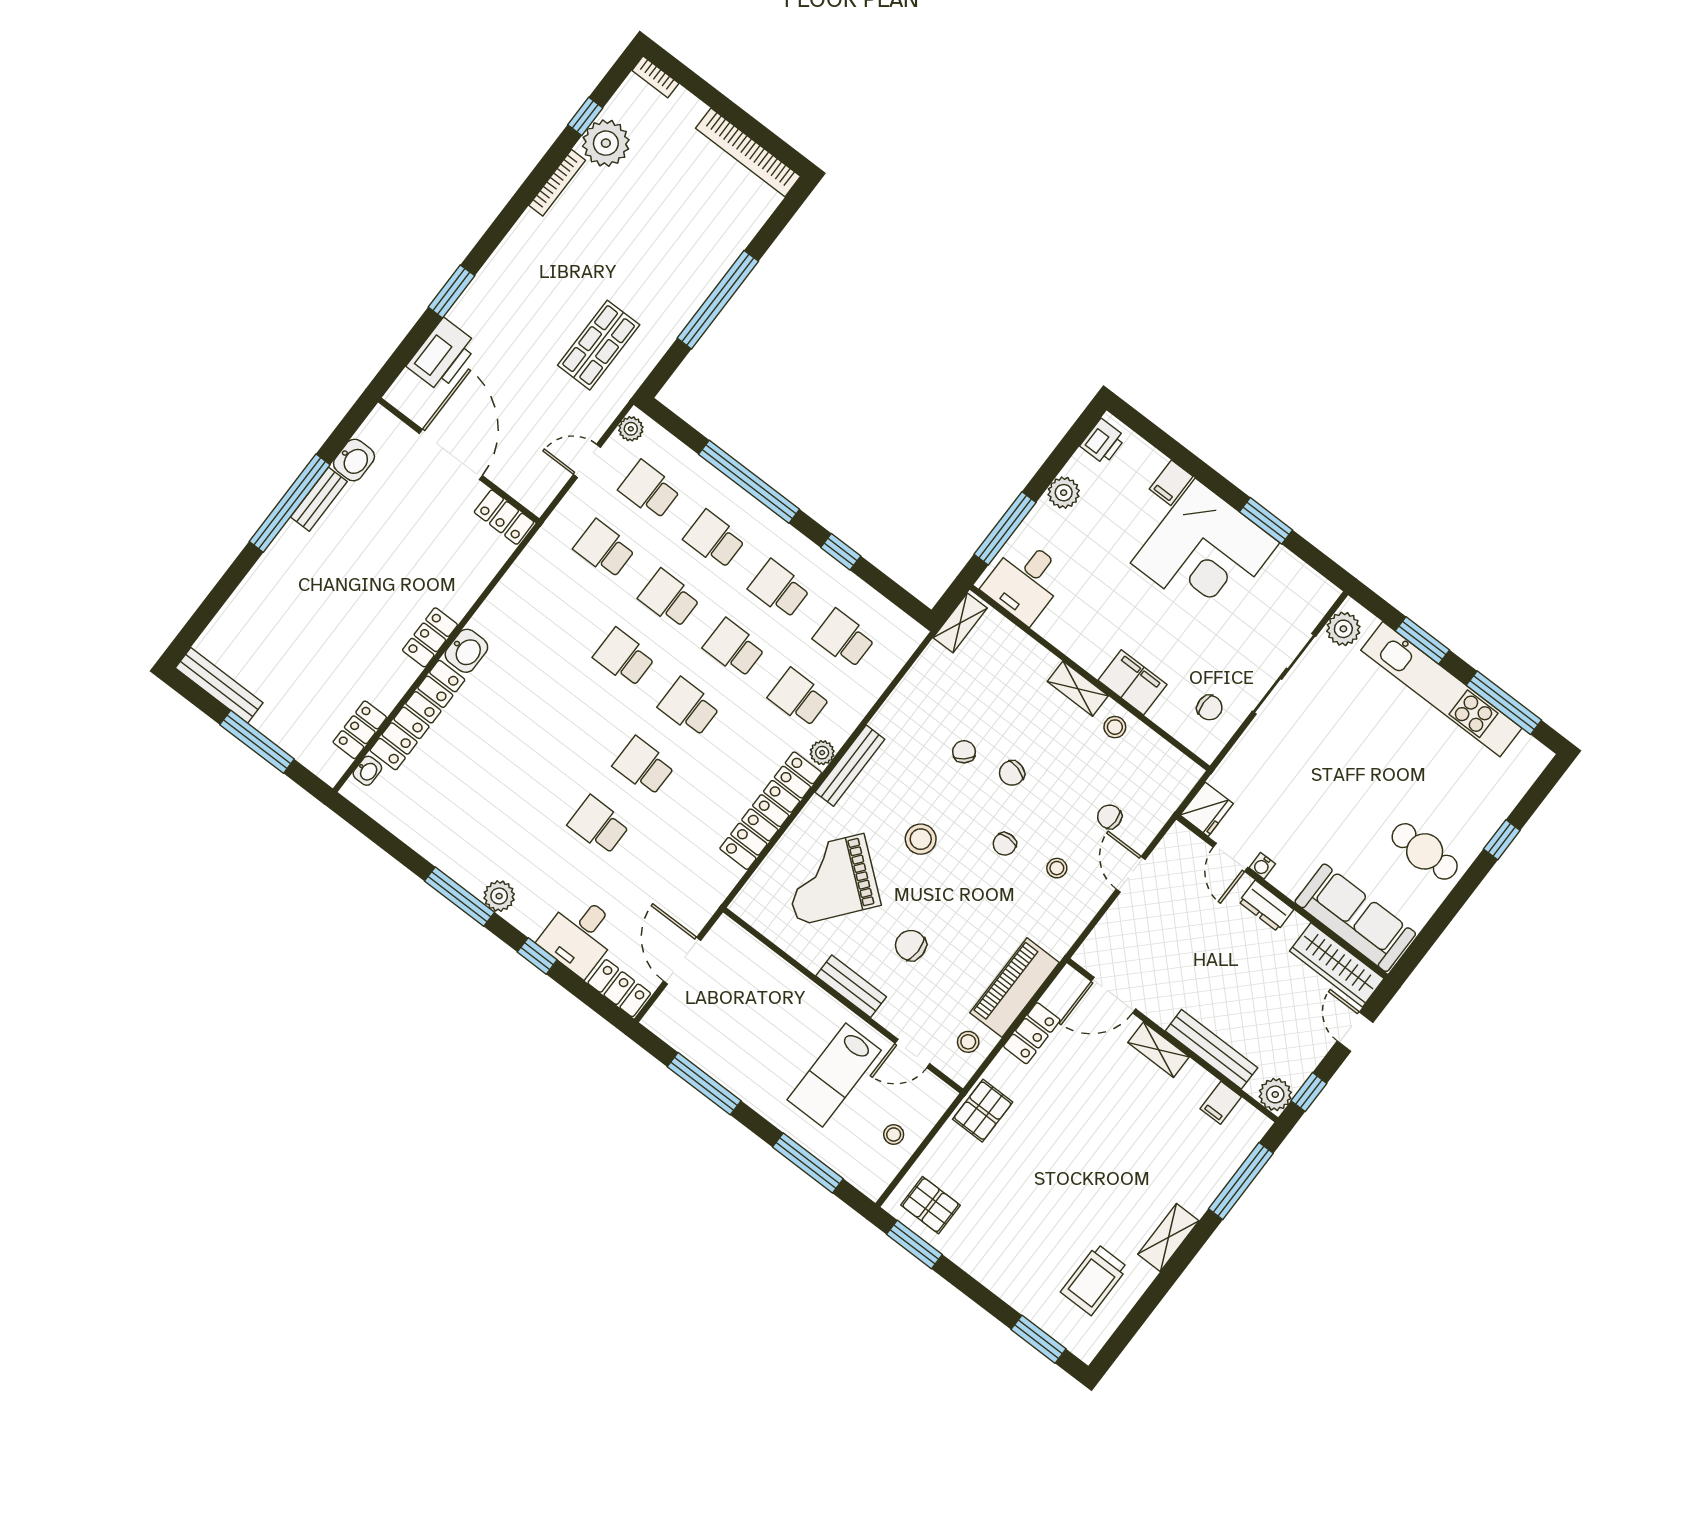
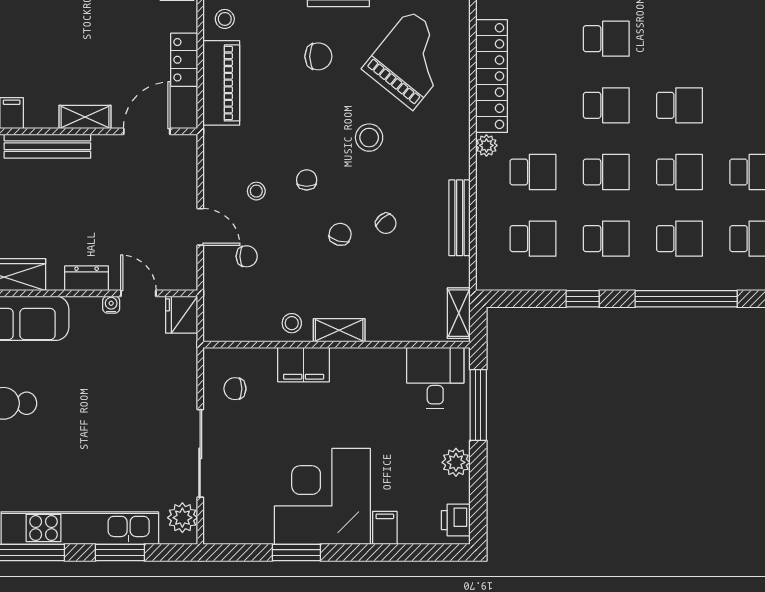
bench: (850, 766) -> (460, 218), moved

